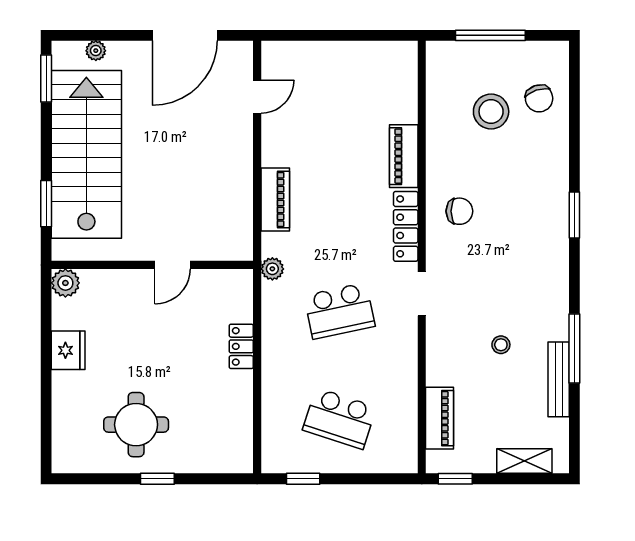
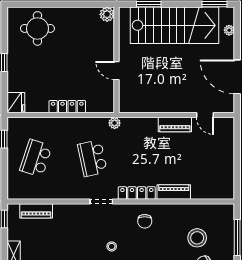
piano: (275, 199) -> (175, 124), moved
stool: (501, 345) -> (112, 246), moved
locker: (241, 346) -> (67, 107), width x1.53
fridge: (68, 350) -> (16, 103), moved, turned -90
round table: (136, 425) -> (37, 28), moved

